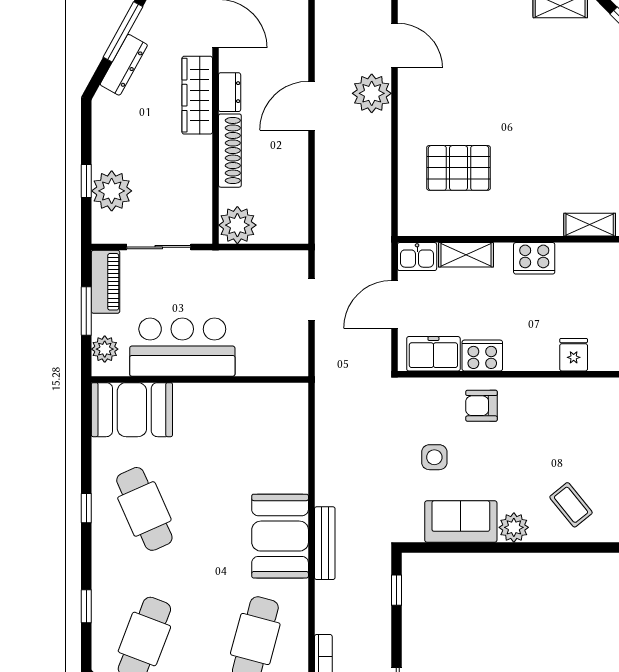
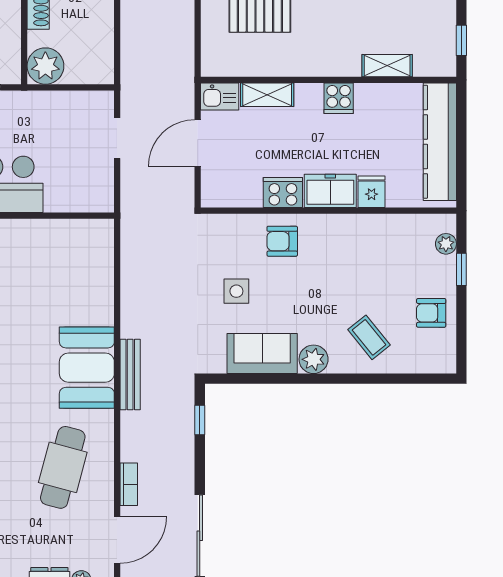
cooker: (534, 258) -> (339, 98), width x0.73
freezer: (433, 354) -> (330, 191), moved

